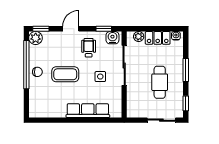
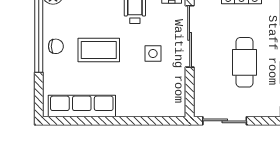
row of seats: (88, 111) -> (82, 106), moved
sliding door: (161, 120) -> (225, 121), moved

